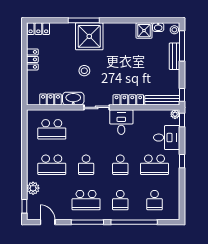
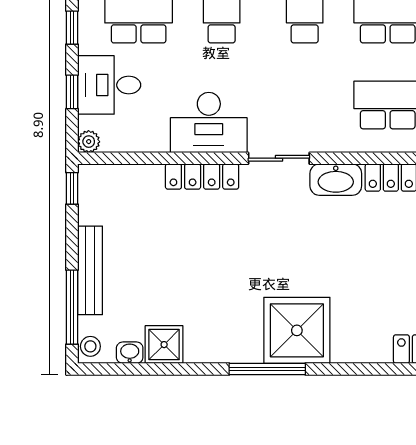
window: (84, 20) -> (267, 369), moved
bench: (175, 56) -> (90, 270), width x1.36
stool: (84, 71) -> (309, 247), removed
bench: (162, 100) -> (120, 176), removed
window: (182, 120) -> (72, 92), moved
desk: (121, 122) -> (209, 122), width x1.37

